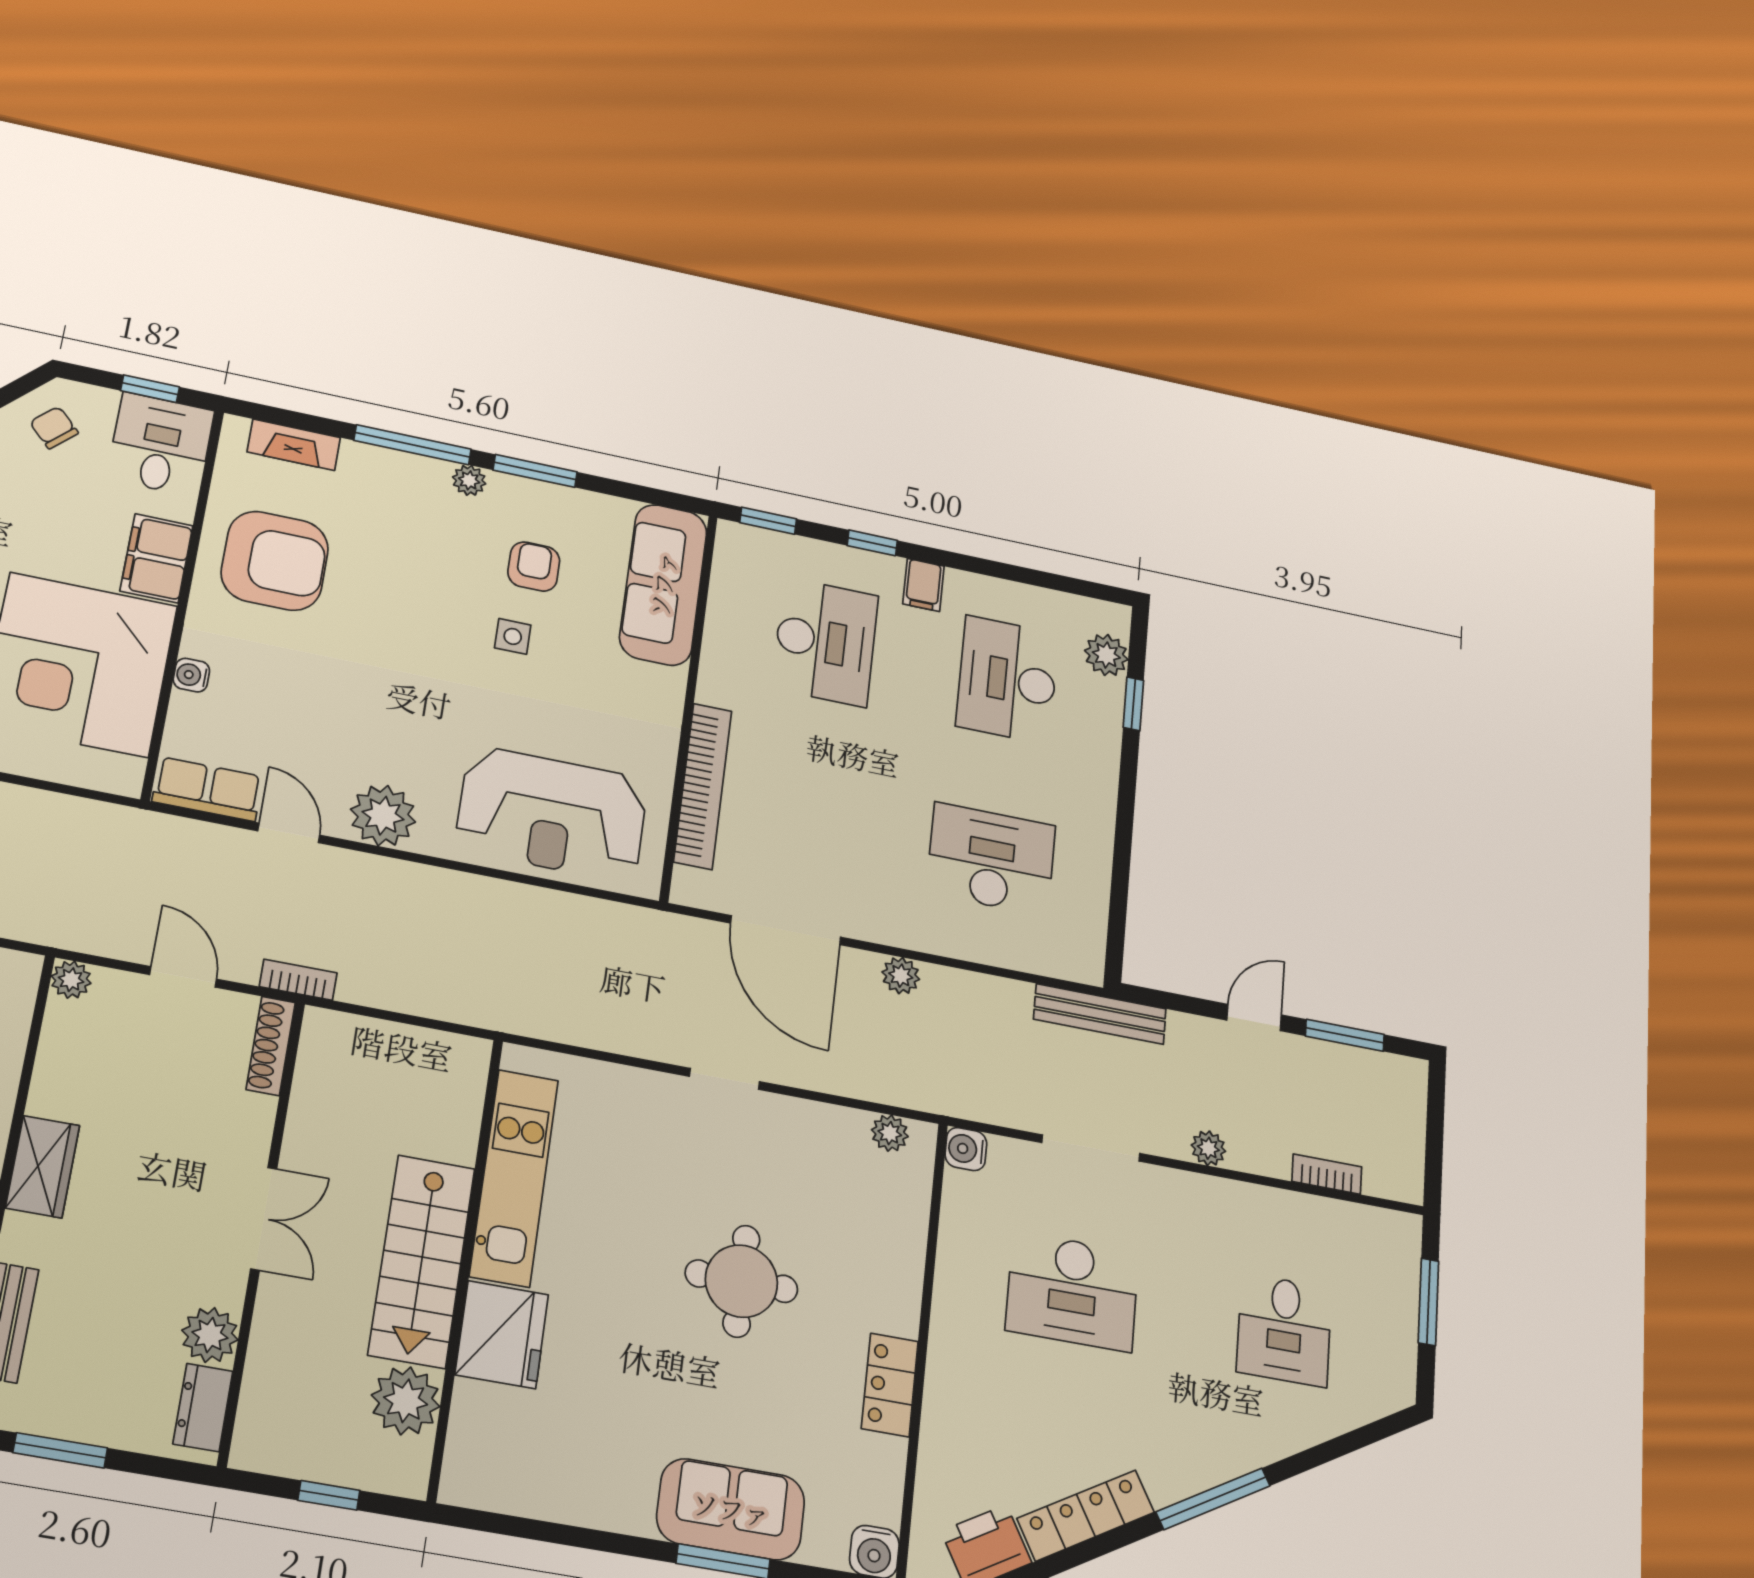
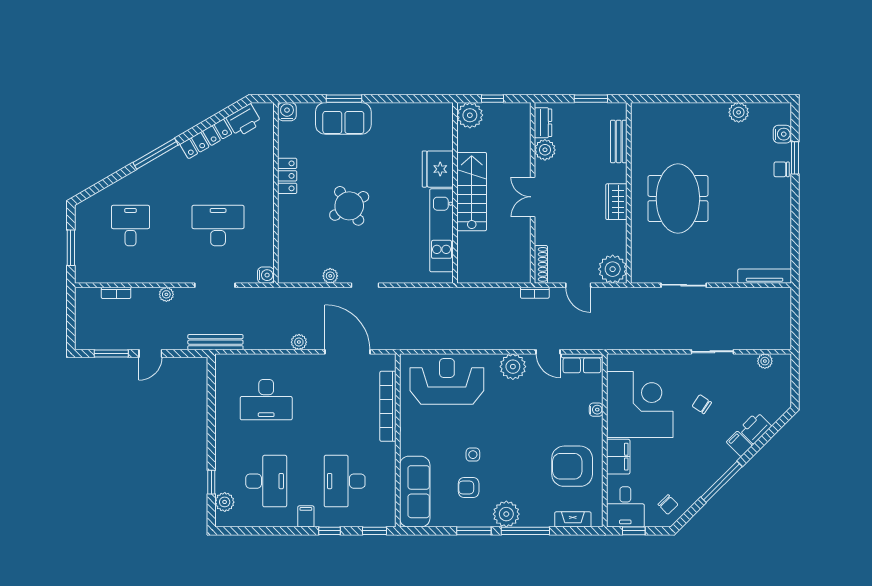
plant: (469, 480) -> (506, 514), width x1.87, depth x1.87
armchair: (534, 567) -> (469, 488), turned 90
plant: (71, 980) -> (613, 269), width x1.87, depth x1.87
plant: (890, 1133) -> (330, 276), moved
round table: (741, 1281) -> (349, 206), turned -33
plant: (406, 1401) -> (470, 115), moved

